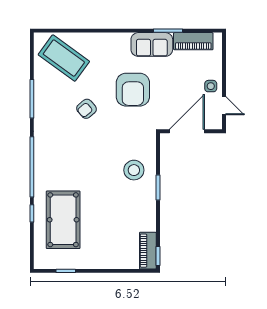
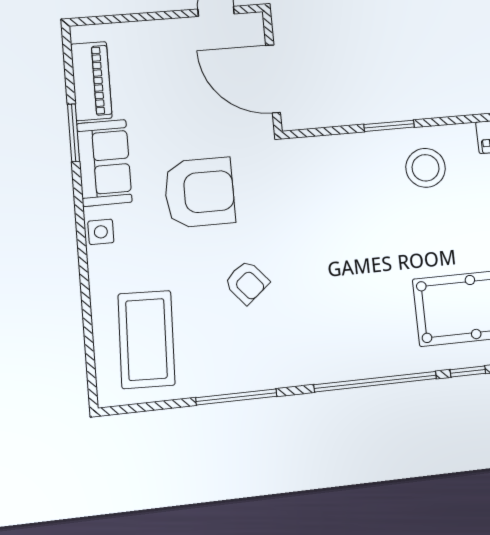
coffee table: (64, 58) -> (146, 339), turned -34
side table: (211, 86) -> (101, 232), moved
stool: (134, 170) -> (426, 168), moved

